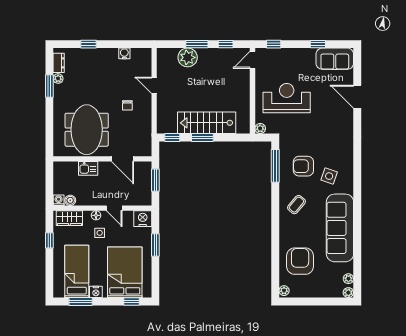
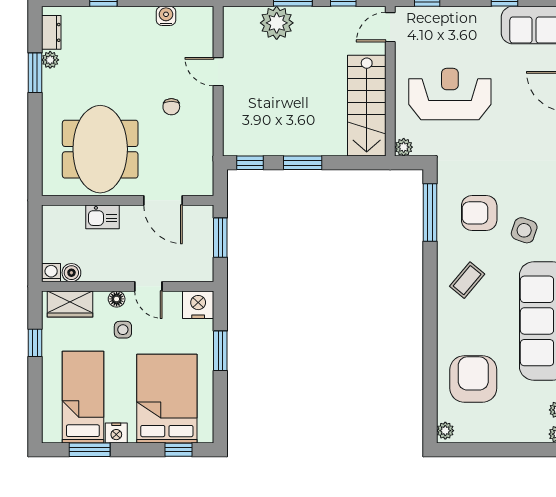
stairs: (207, 123) -> (367, 106), moved, turned -90

